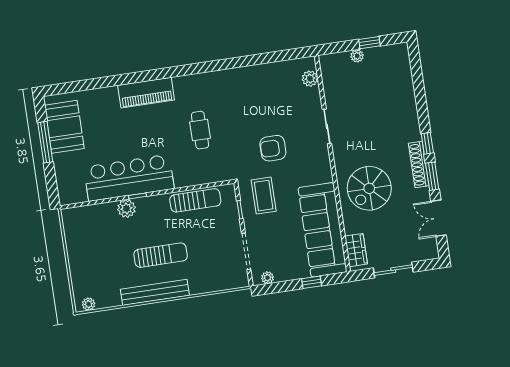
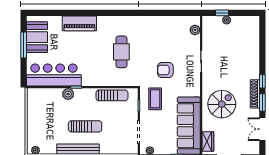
window: (369, 43) -> (222, 13), moved
piano: (146, 93) -> (79, 23), moved
cafe table: (200, 130) -> (121, 52), width x1.37, depth x1.35
bar counter: (129, 178) -> (54, 75), moved
spiral stairs: (369, 188) -> (222, 104), turned 180

